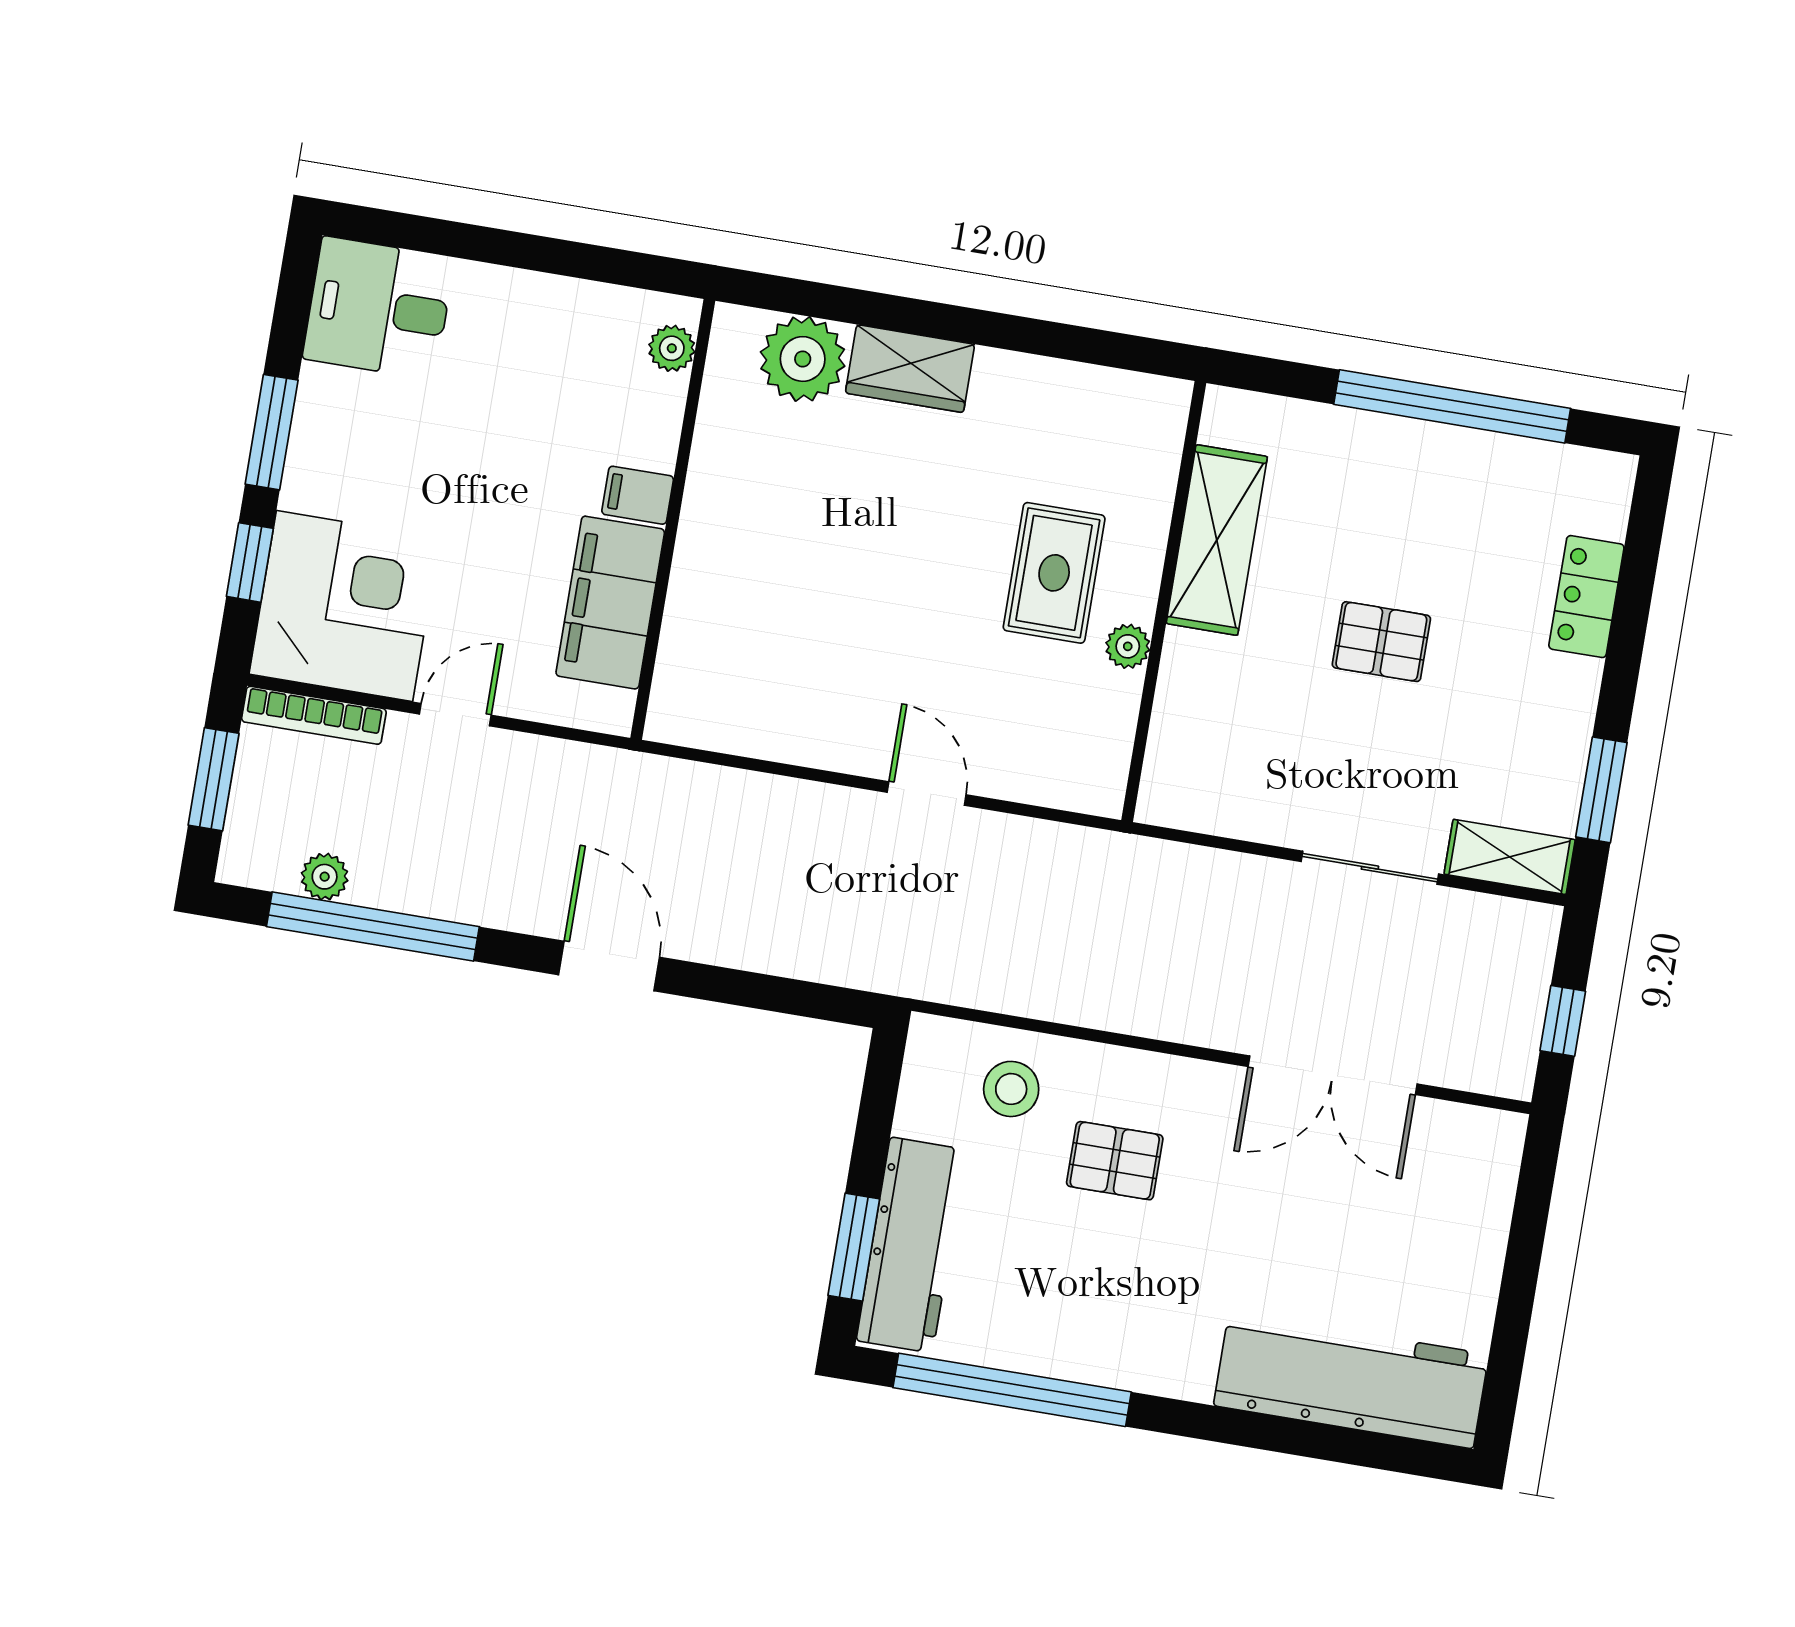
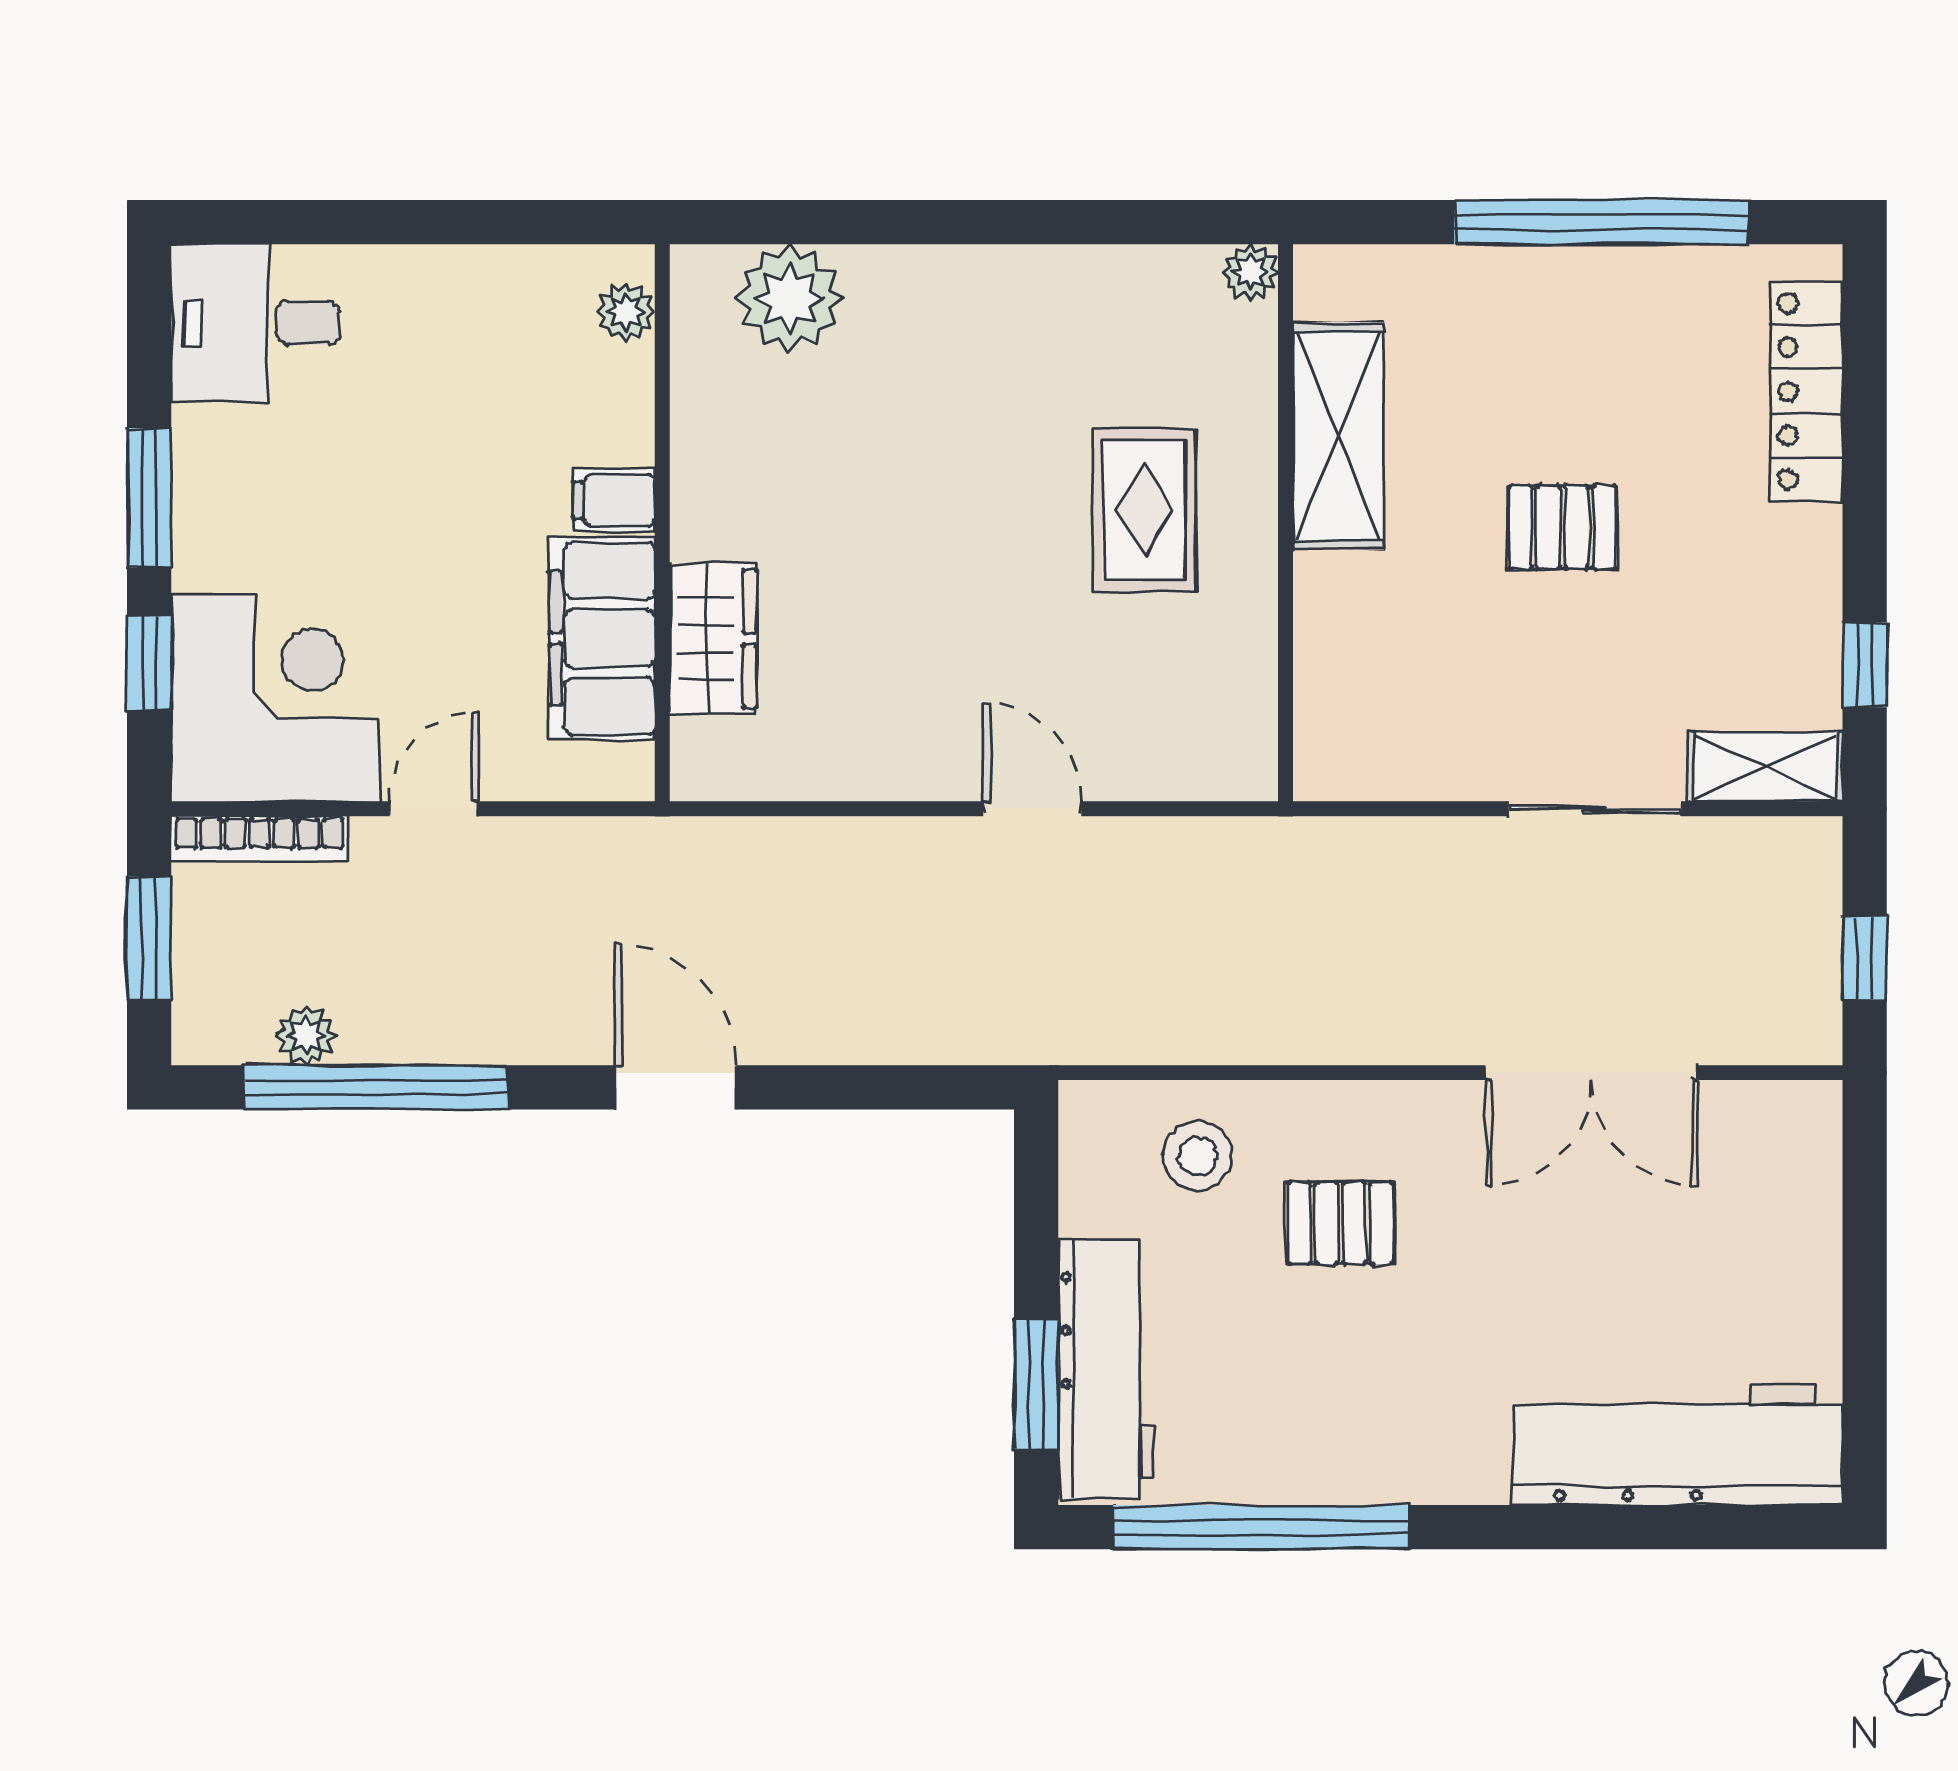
wardrobe: (910, 369) -> (713, 639), moved, turned -90
locker: (1586, 597) -> (1806, 391), width x1.53
plant: (1128, 646) -> (1250, 272), moved
window: (1601, 790) -> (1865, 665), width x0.67

